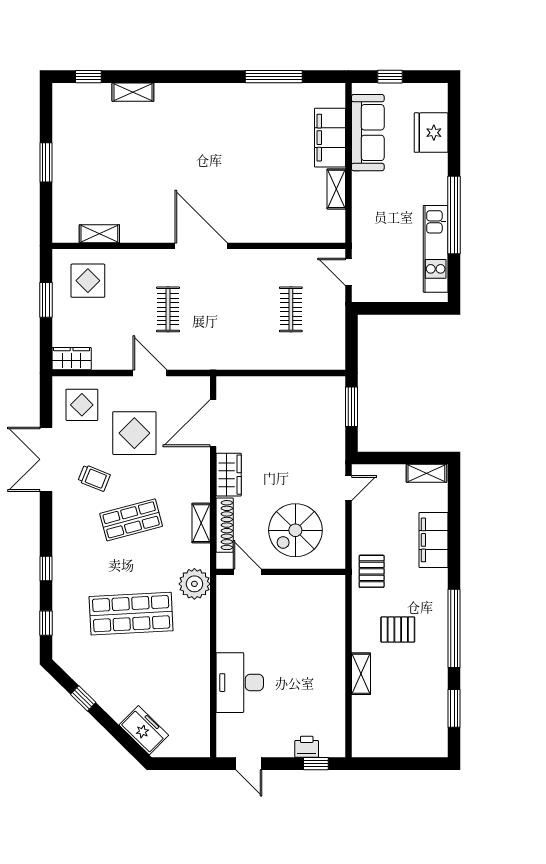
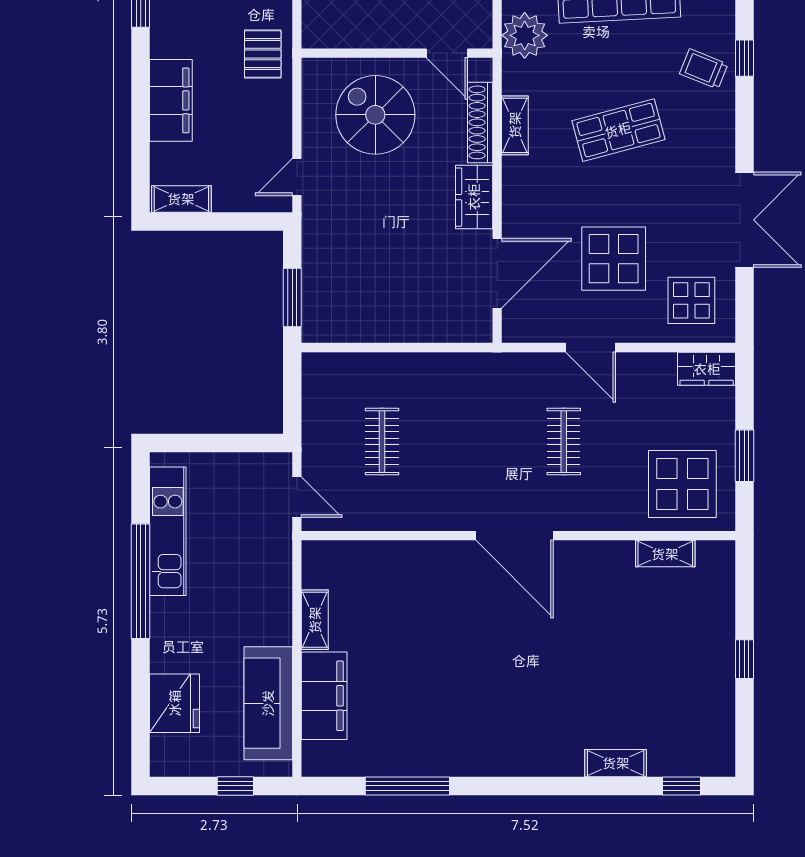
window: (46, 162) -> (744, 659), width x0.67
display table: (88, 281) -> (682, 484), width x1.36, depth x1.36
trolley: (94, 478) -> (704, 69), moved
spiral stairs: (295, 530) -> (375, 115), turned -90

